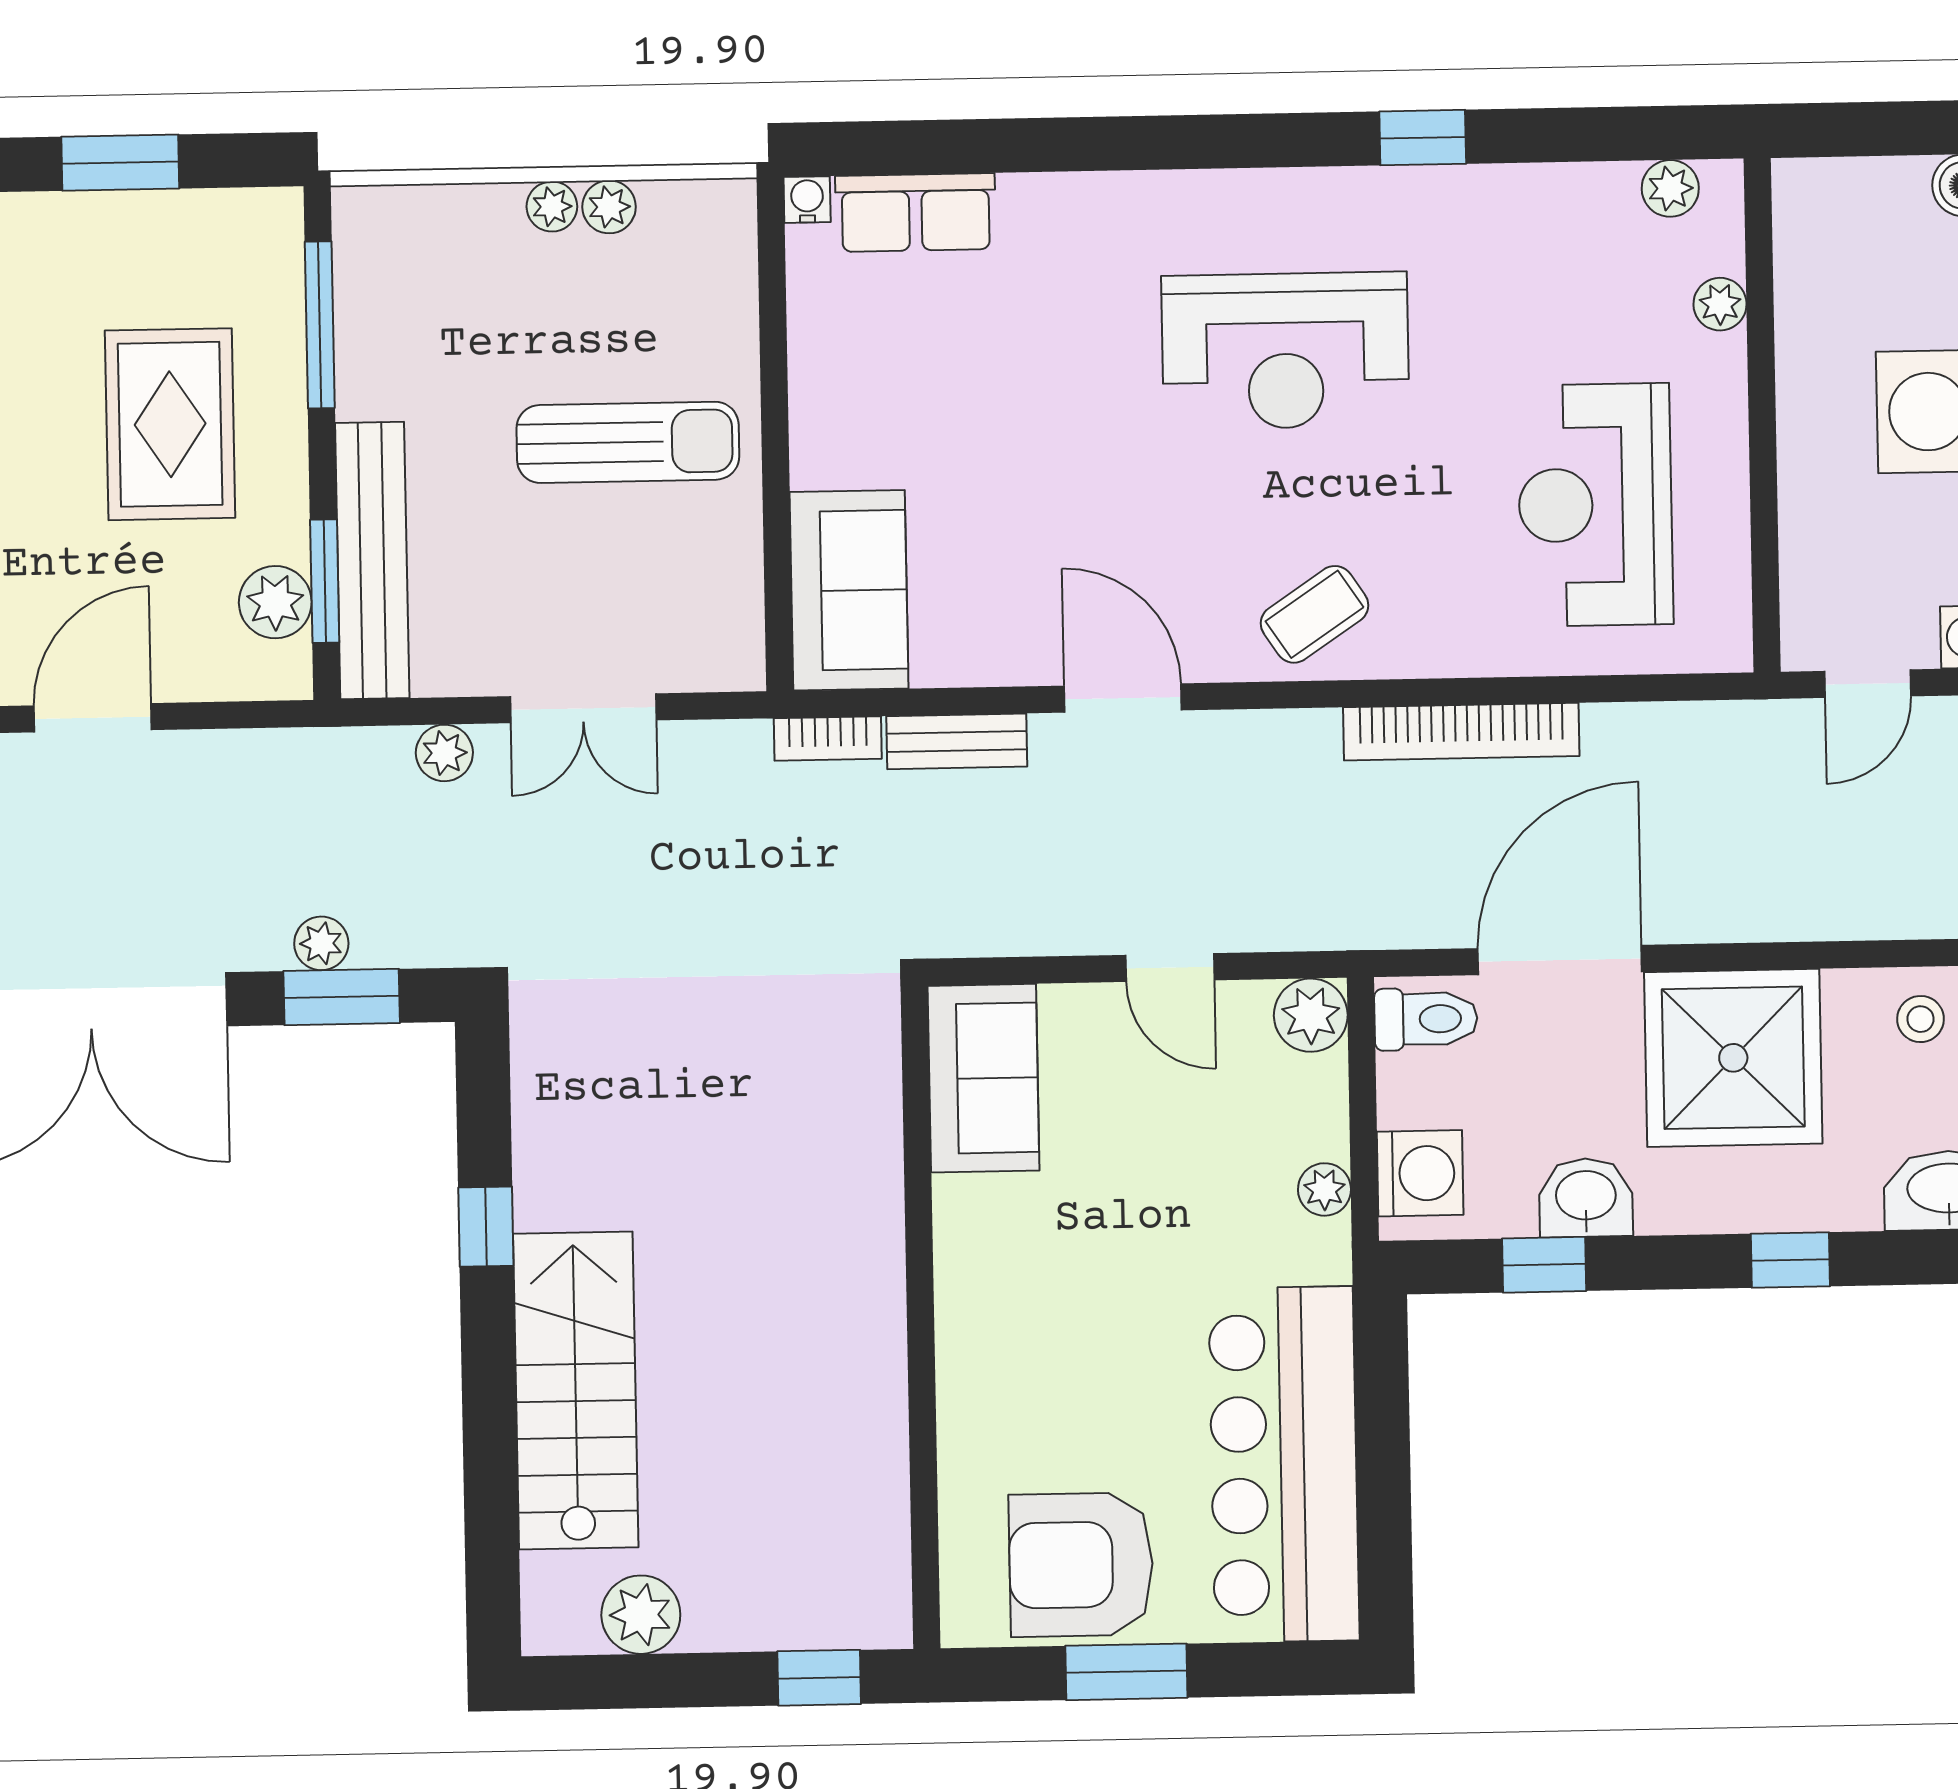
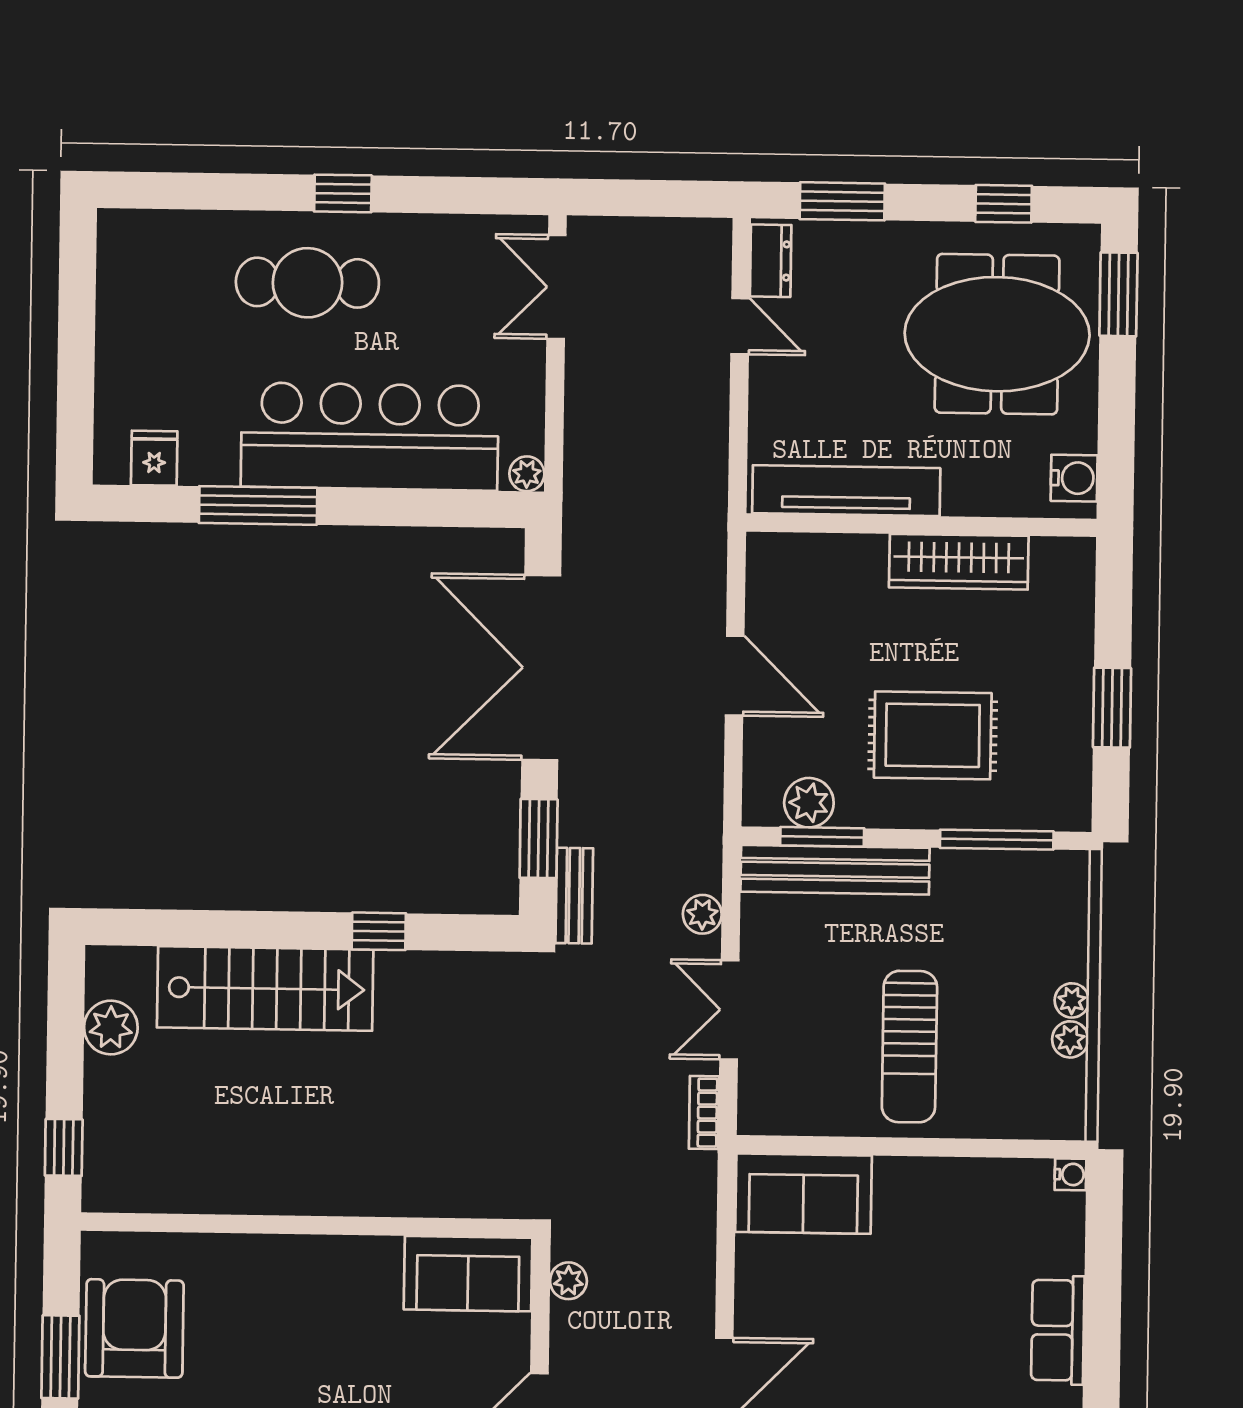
row of seats: (916, 213) -> (1058, 1330), moved
bookcase: (828, 739) -> (704, 1113), moved
bench: (957, 741) -> (574, 896), moved
plant: (321, 943) -> (568, 1281), moved

